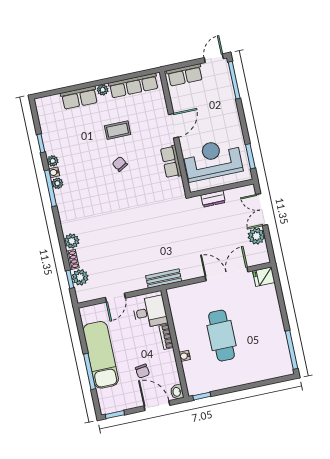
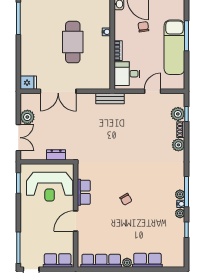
coffee table: (118, 130) -> (122, 227), removed

